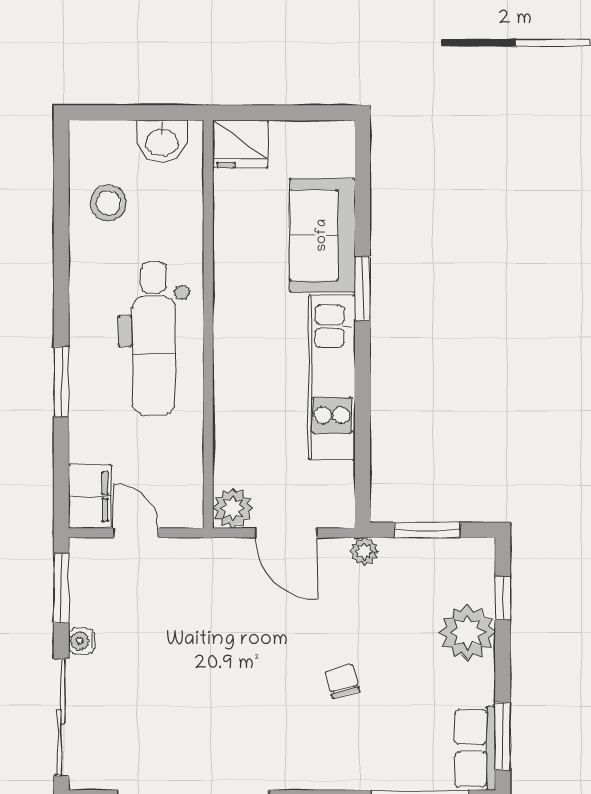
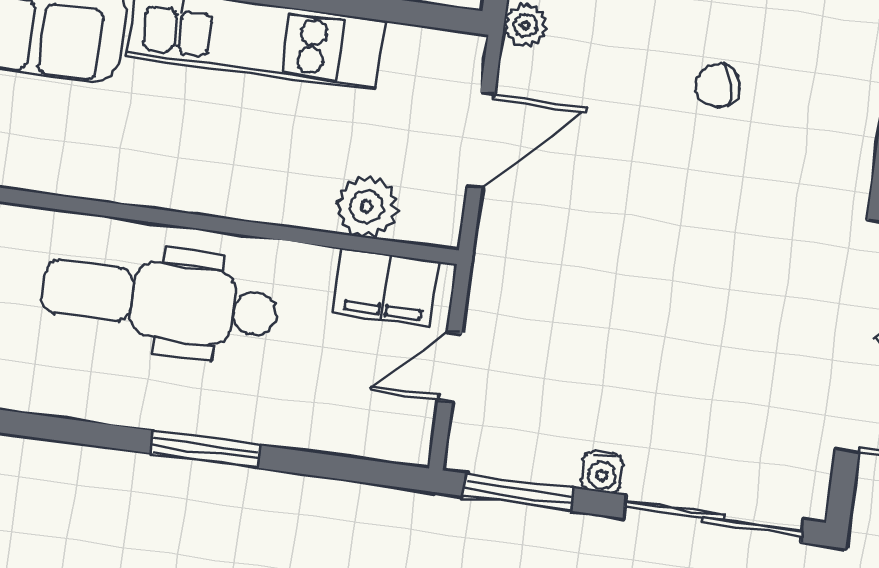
dental chair: (154, 339) -> (159, 300), turned 180
filing cabinet: (90, 496) -> (385, 287), moved, turned 180
plant: (233, 508) -> (367, 207), moved

